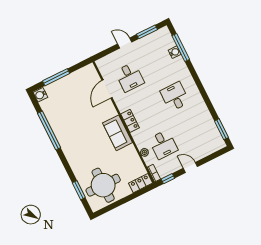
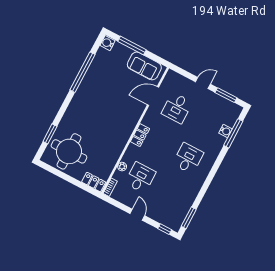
door: (125, 43) -> (203, 83), hinge flipped
sofa: (118, 133) -> (144, 66), moved, turned -90
desk: (163, 144) -> (140, 178), turned 180
window: (168, 179) -> (165, 229), moved

